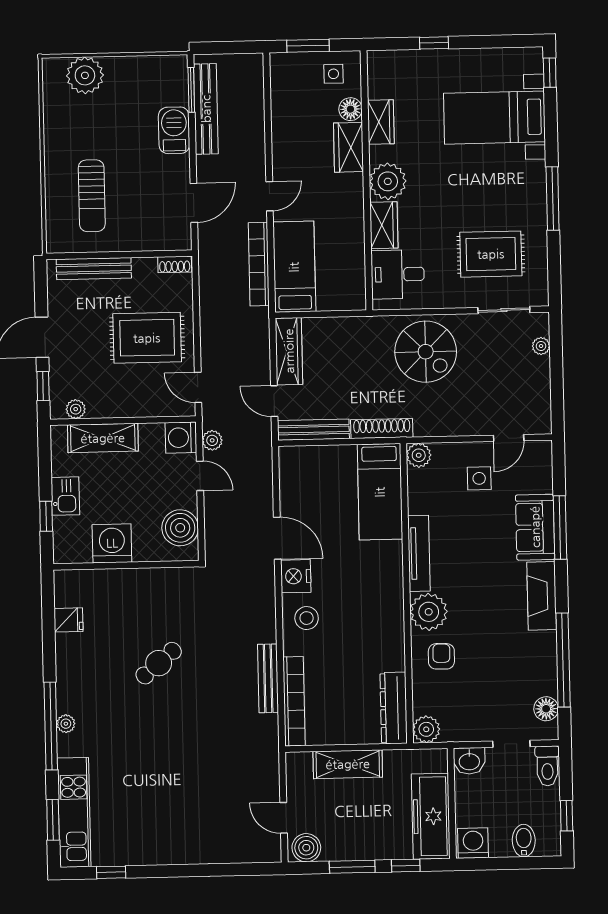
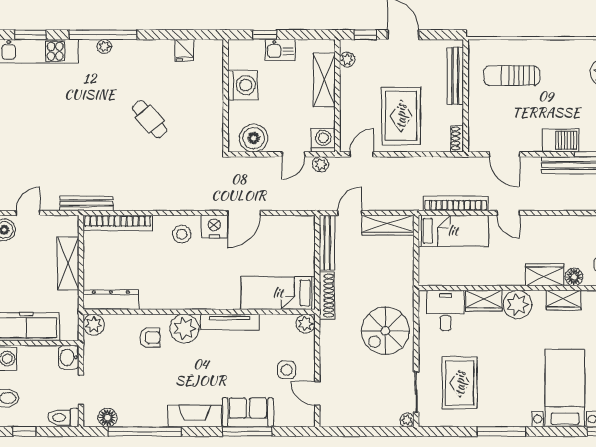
plant: (541, 346) -> (407, 420), moved
bench: (268, 678) -> (86, 203), moved

